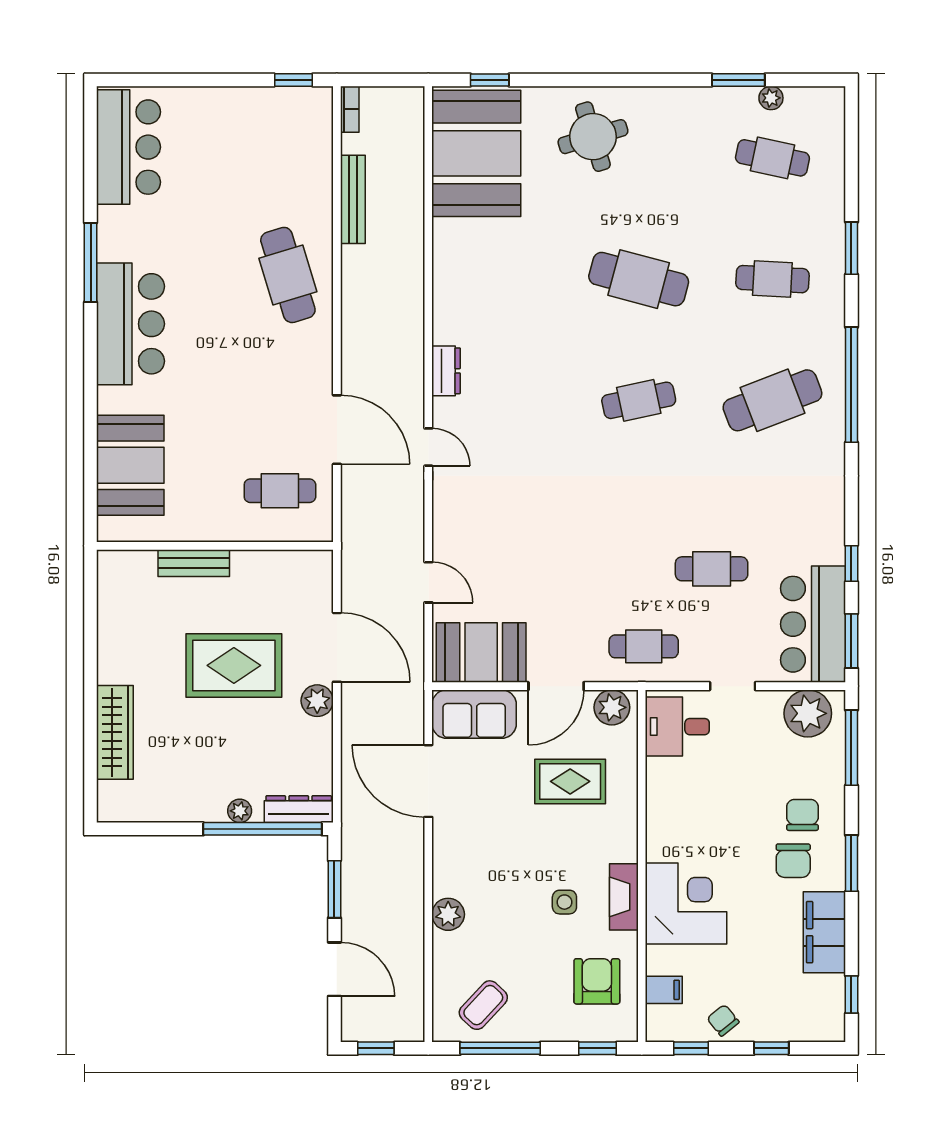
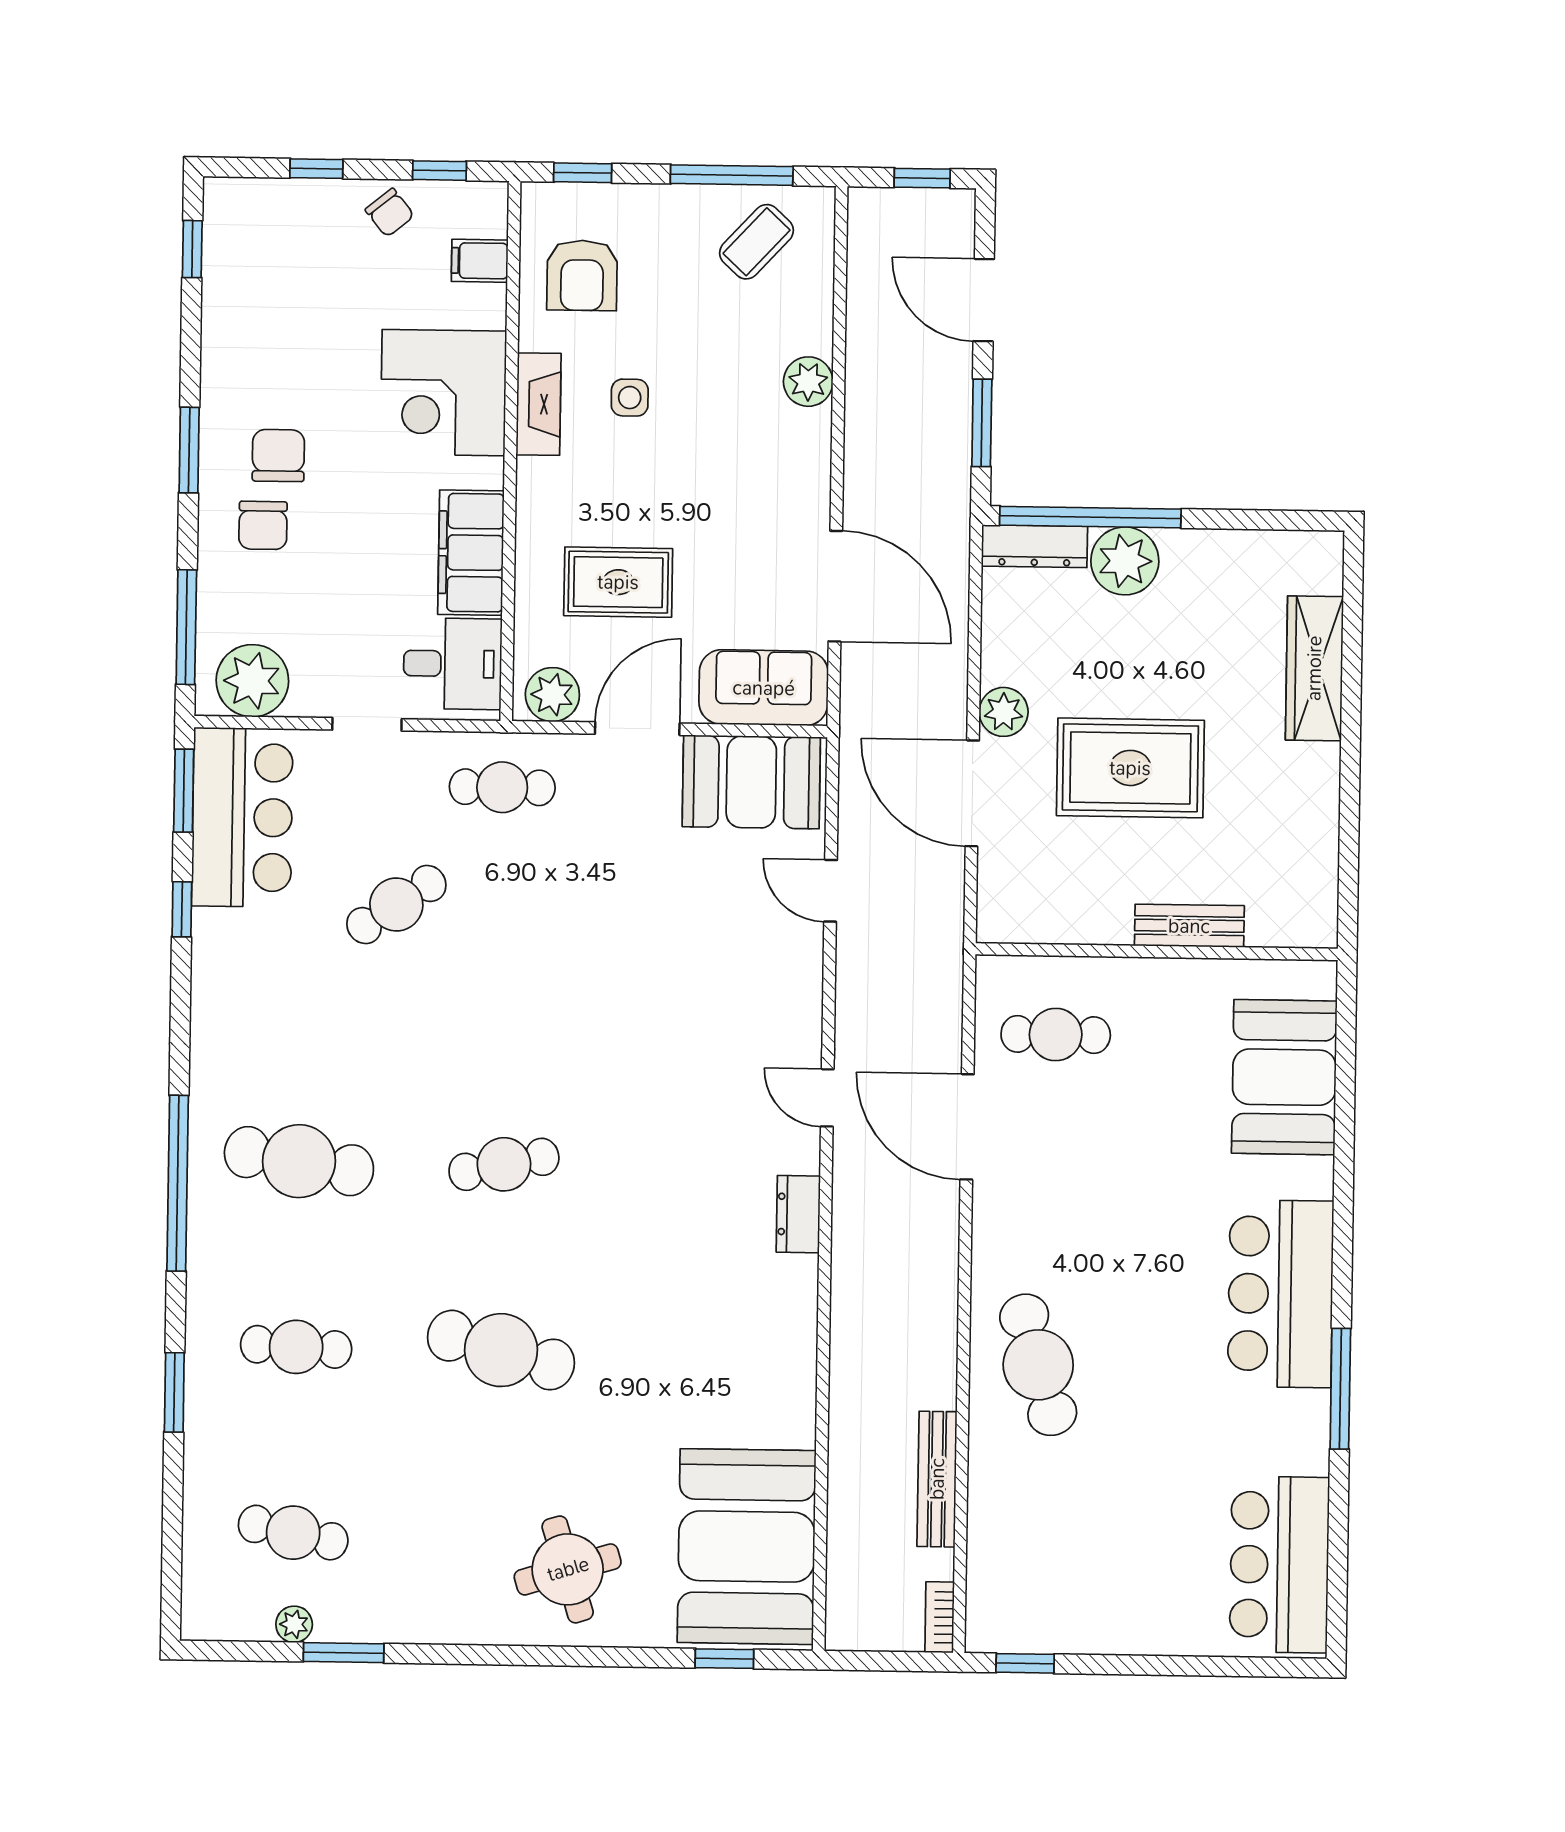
cafe table: (772, 400) -> (299, 1161), turned 30
cafe table: (712, 569) -> (396, 905), turned -34
plant: (240, 811) -> (1125, 561), width x1.87, depth x1.87
filing cabinet: (824, 932) -> (471, 553), moved, turned 180

